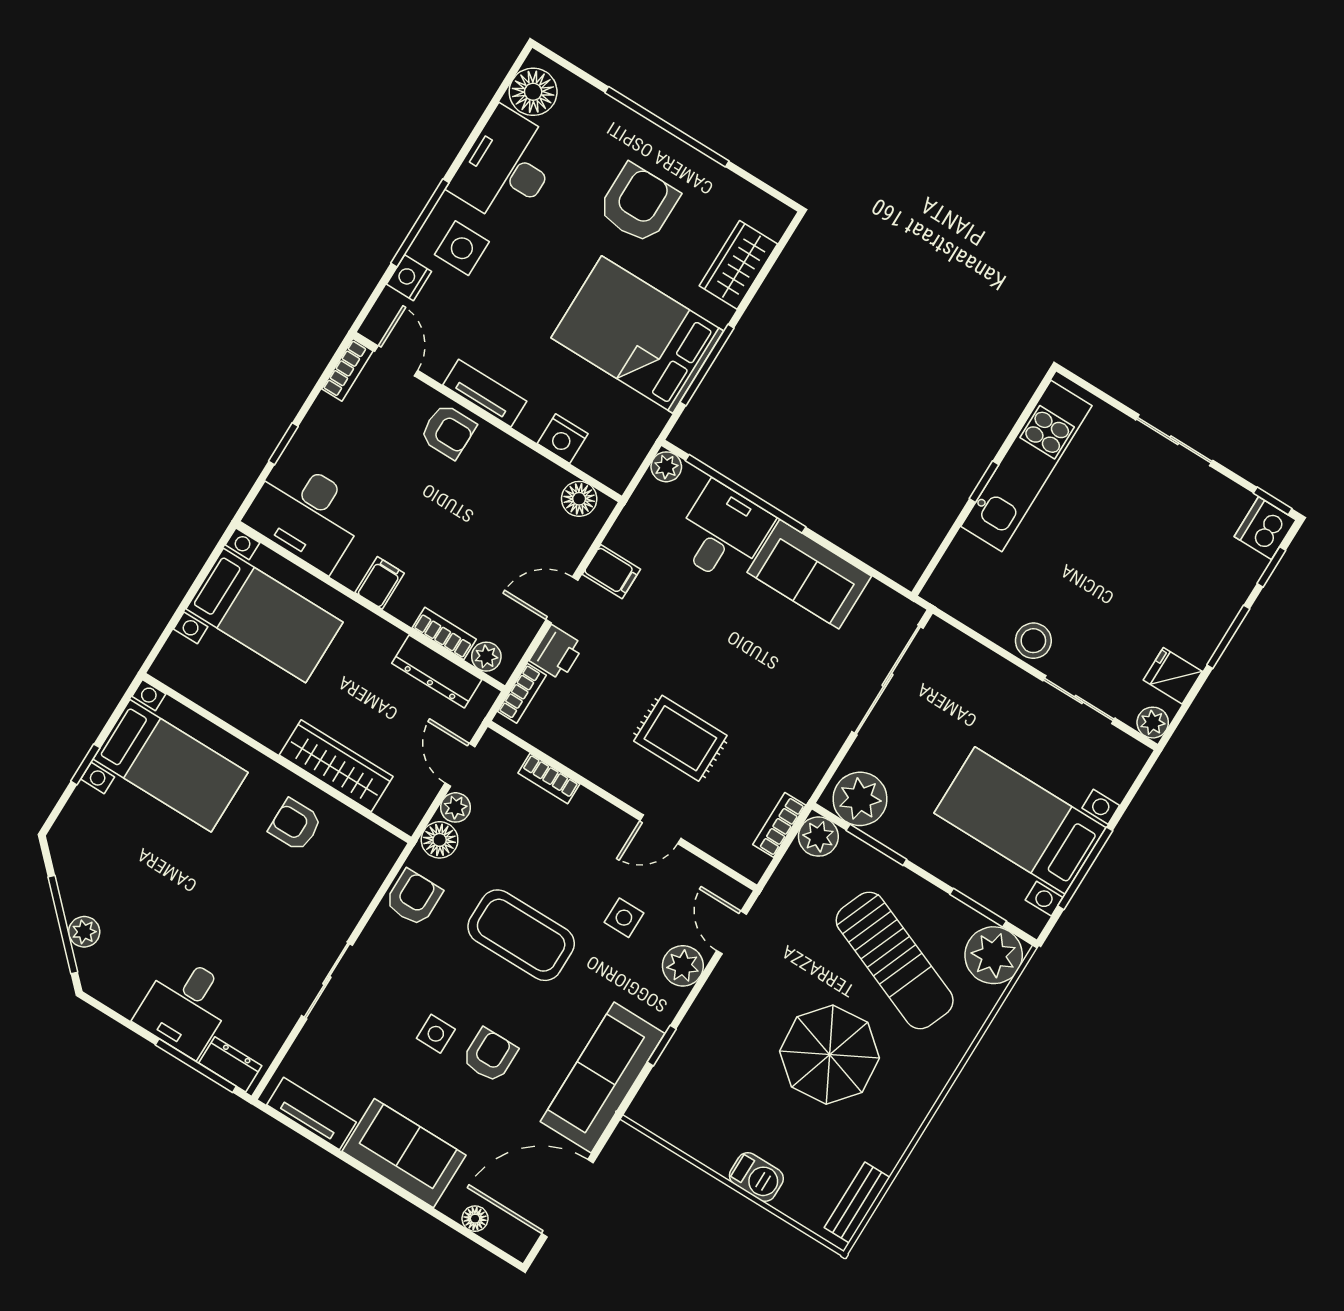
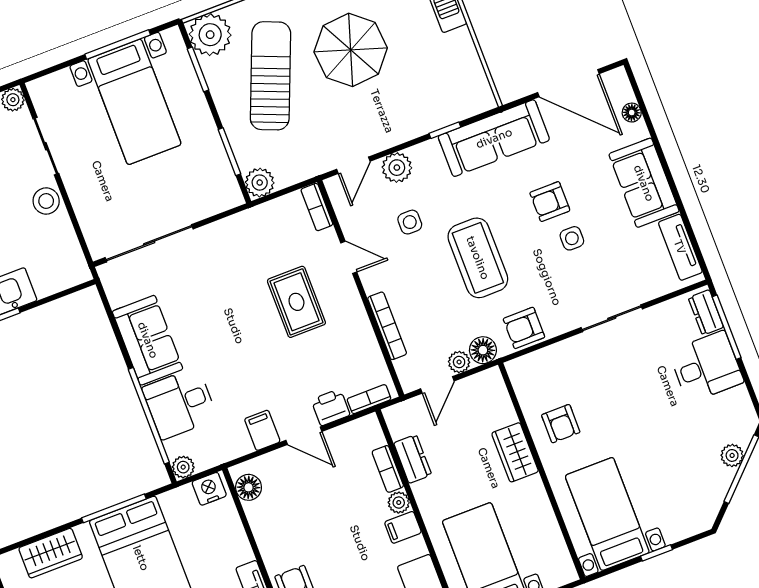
nightstand: (563, 439) -> (209, 489), moved, turned -90
plant: (486, 657) -> (399, 503), moved
dresser: (437, 672) -> (413, 459), width x0.70
wardrobe: (336, 766) -> (515, 452), width x0.67
bookcase: (549, 779) -> (387, 326), width x1.56
plant: (860, 799) -> (218, 186), removed
bookcase: (779, 825) -> (317, 207), moved, turned 90

